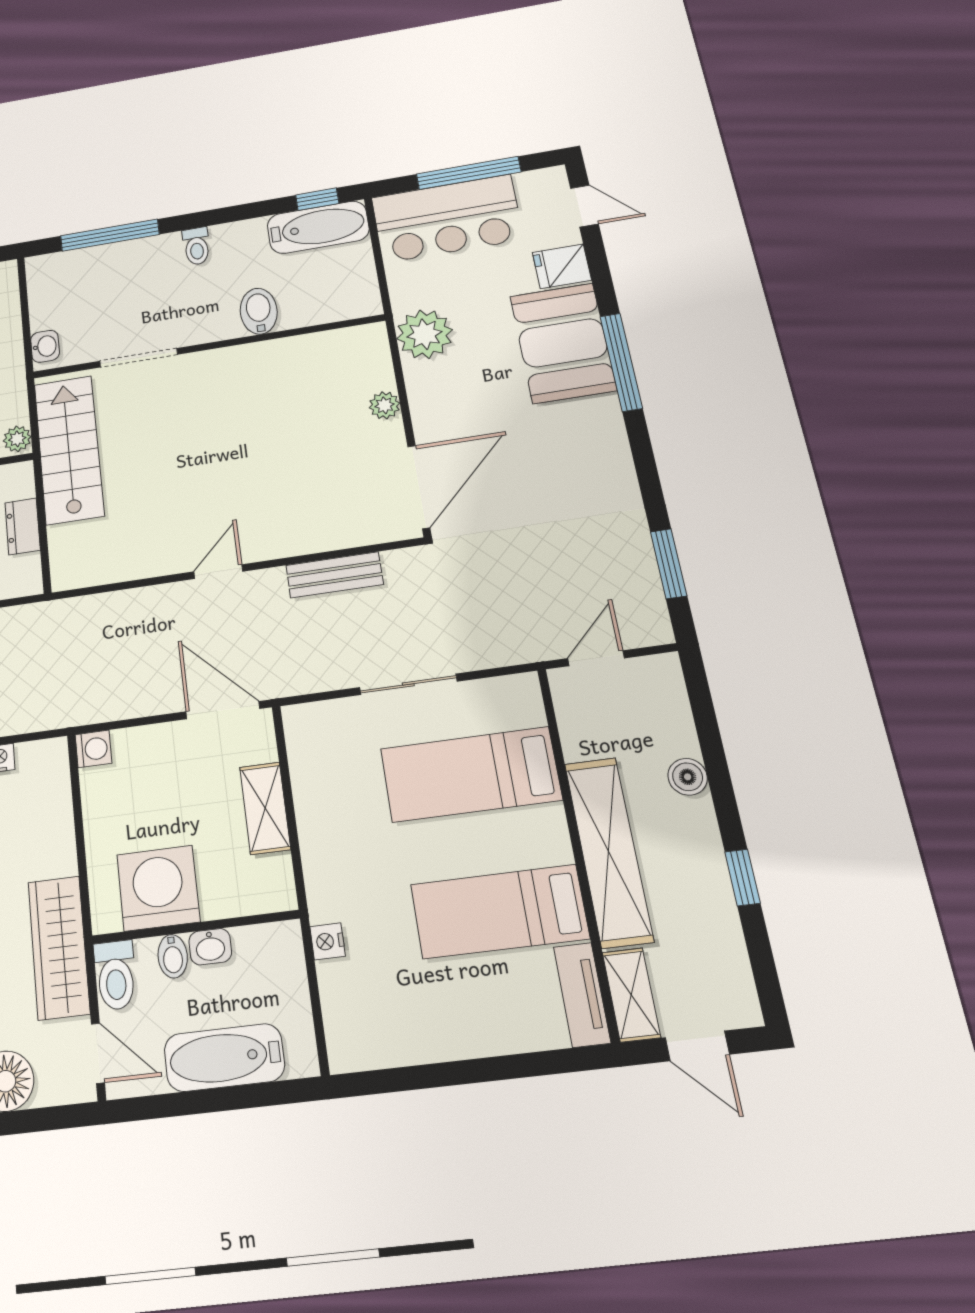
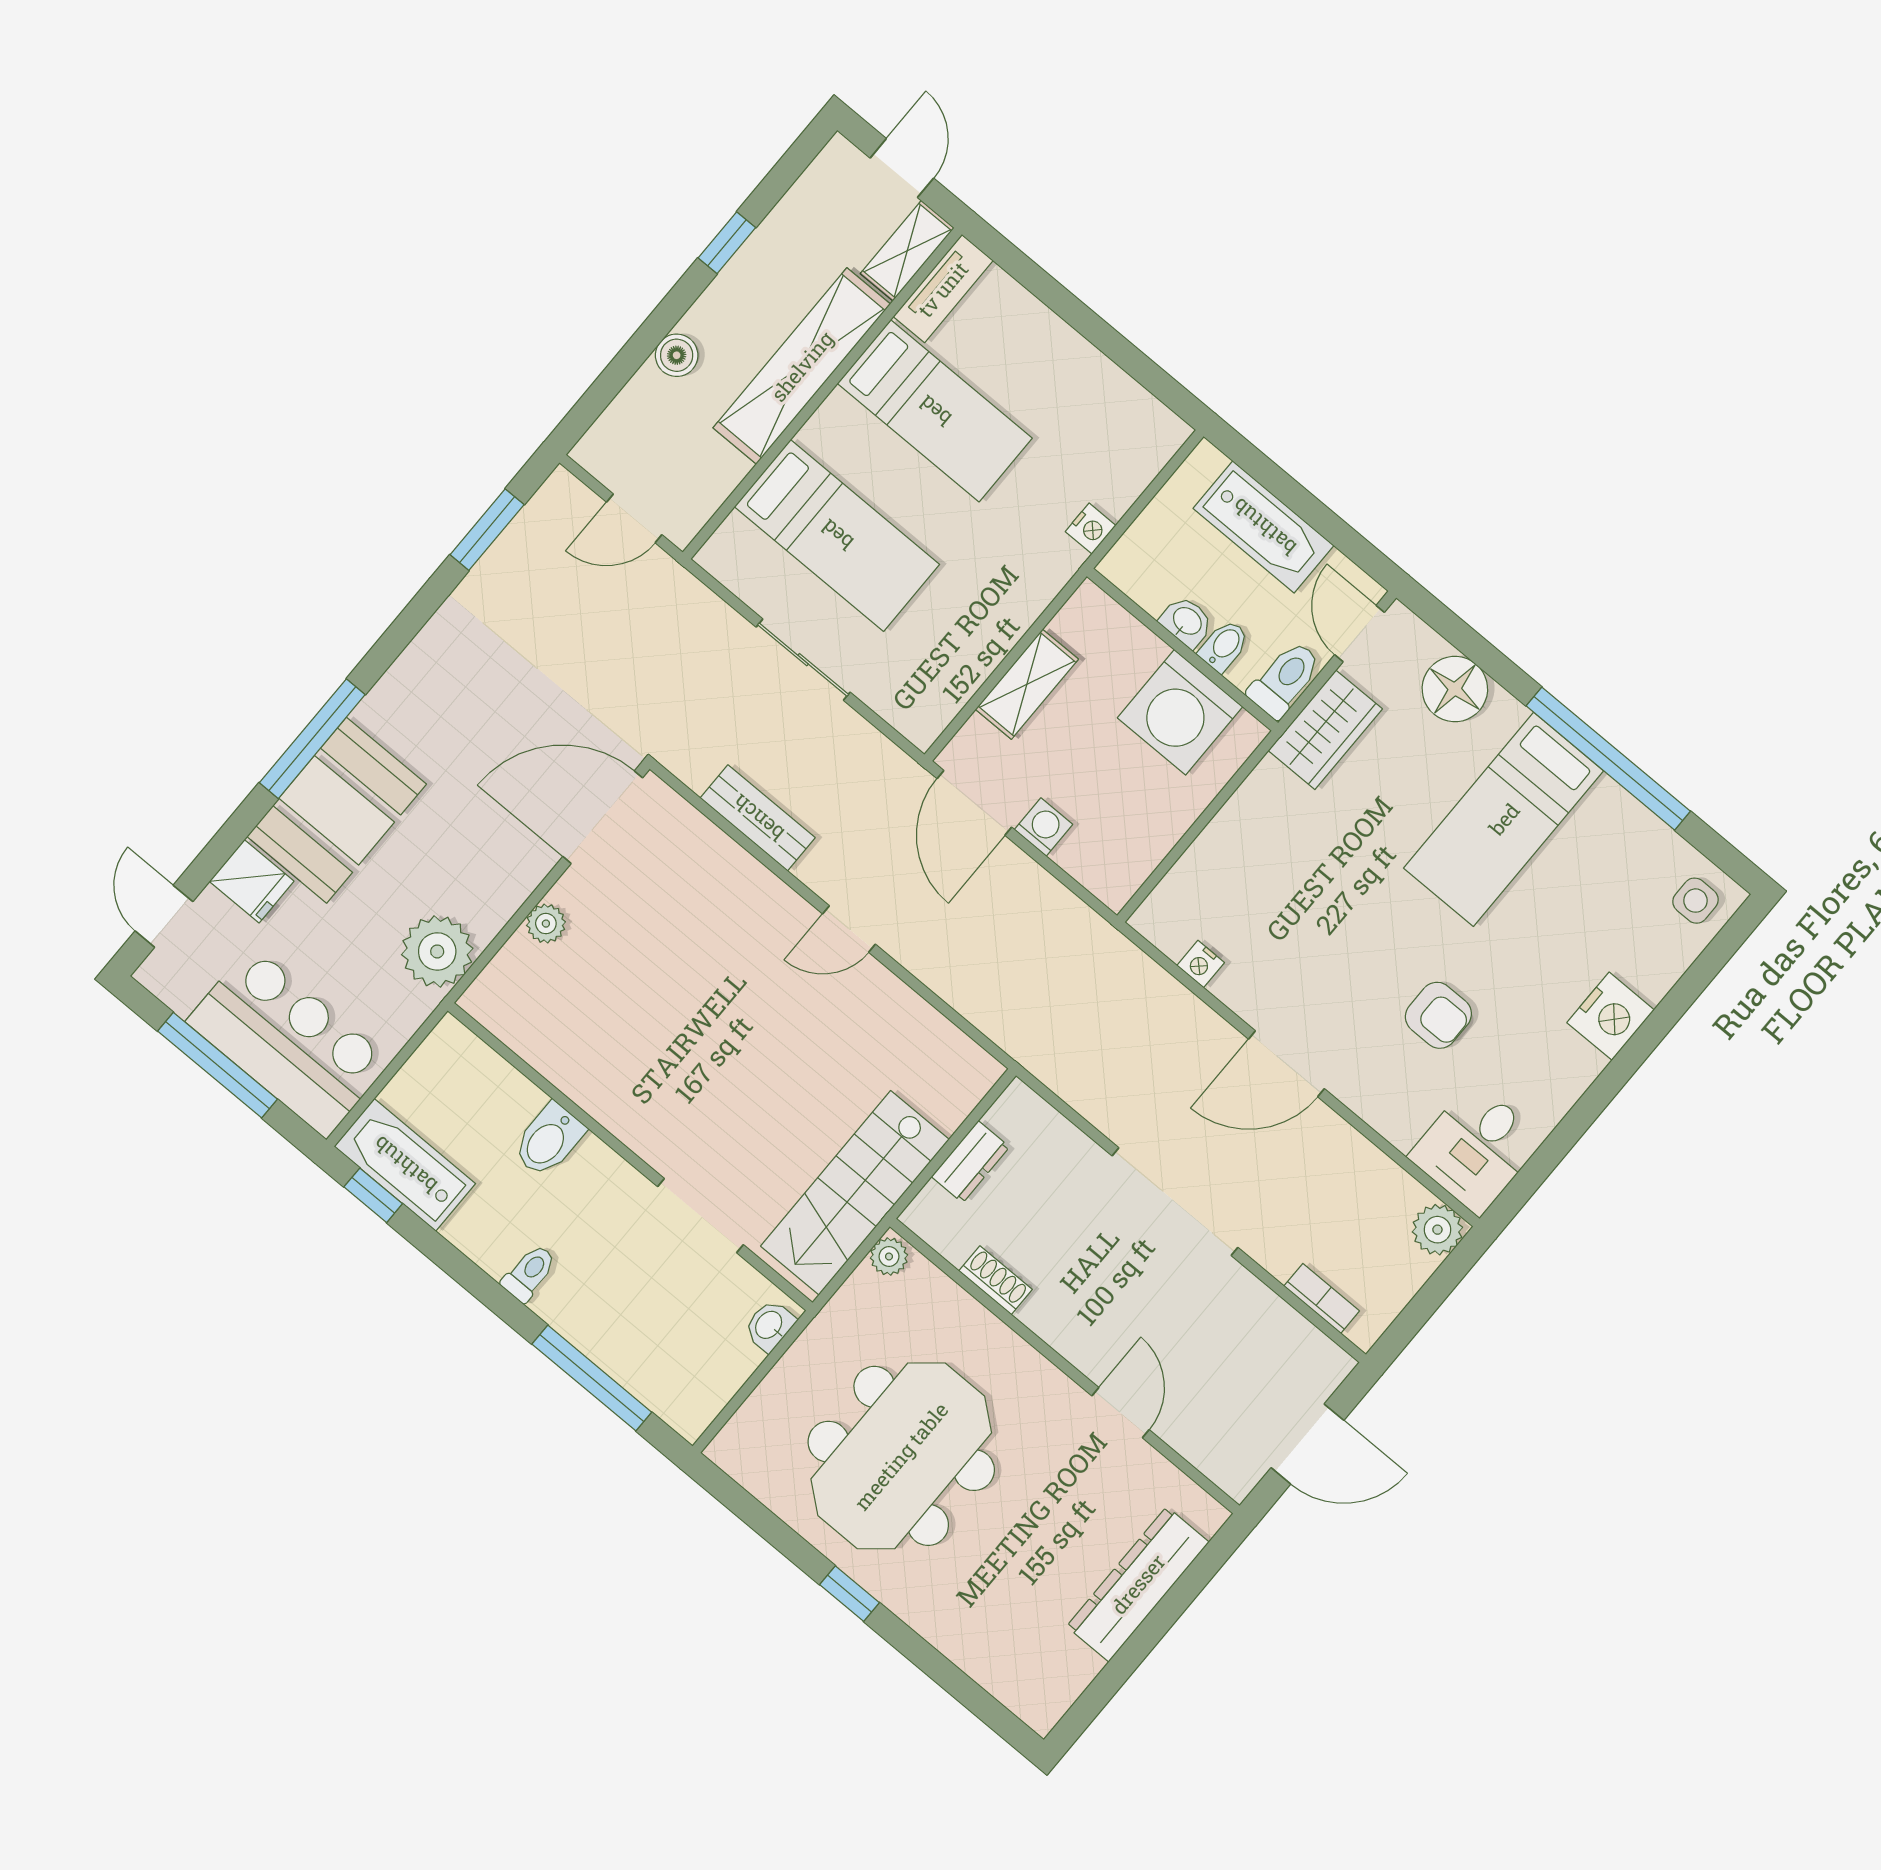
washing machine: (93, 749) -> (1043, 827), moved, turned 90
wardrobe: (59, 947) -> (1325, 730), width x0.67

